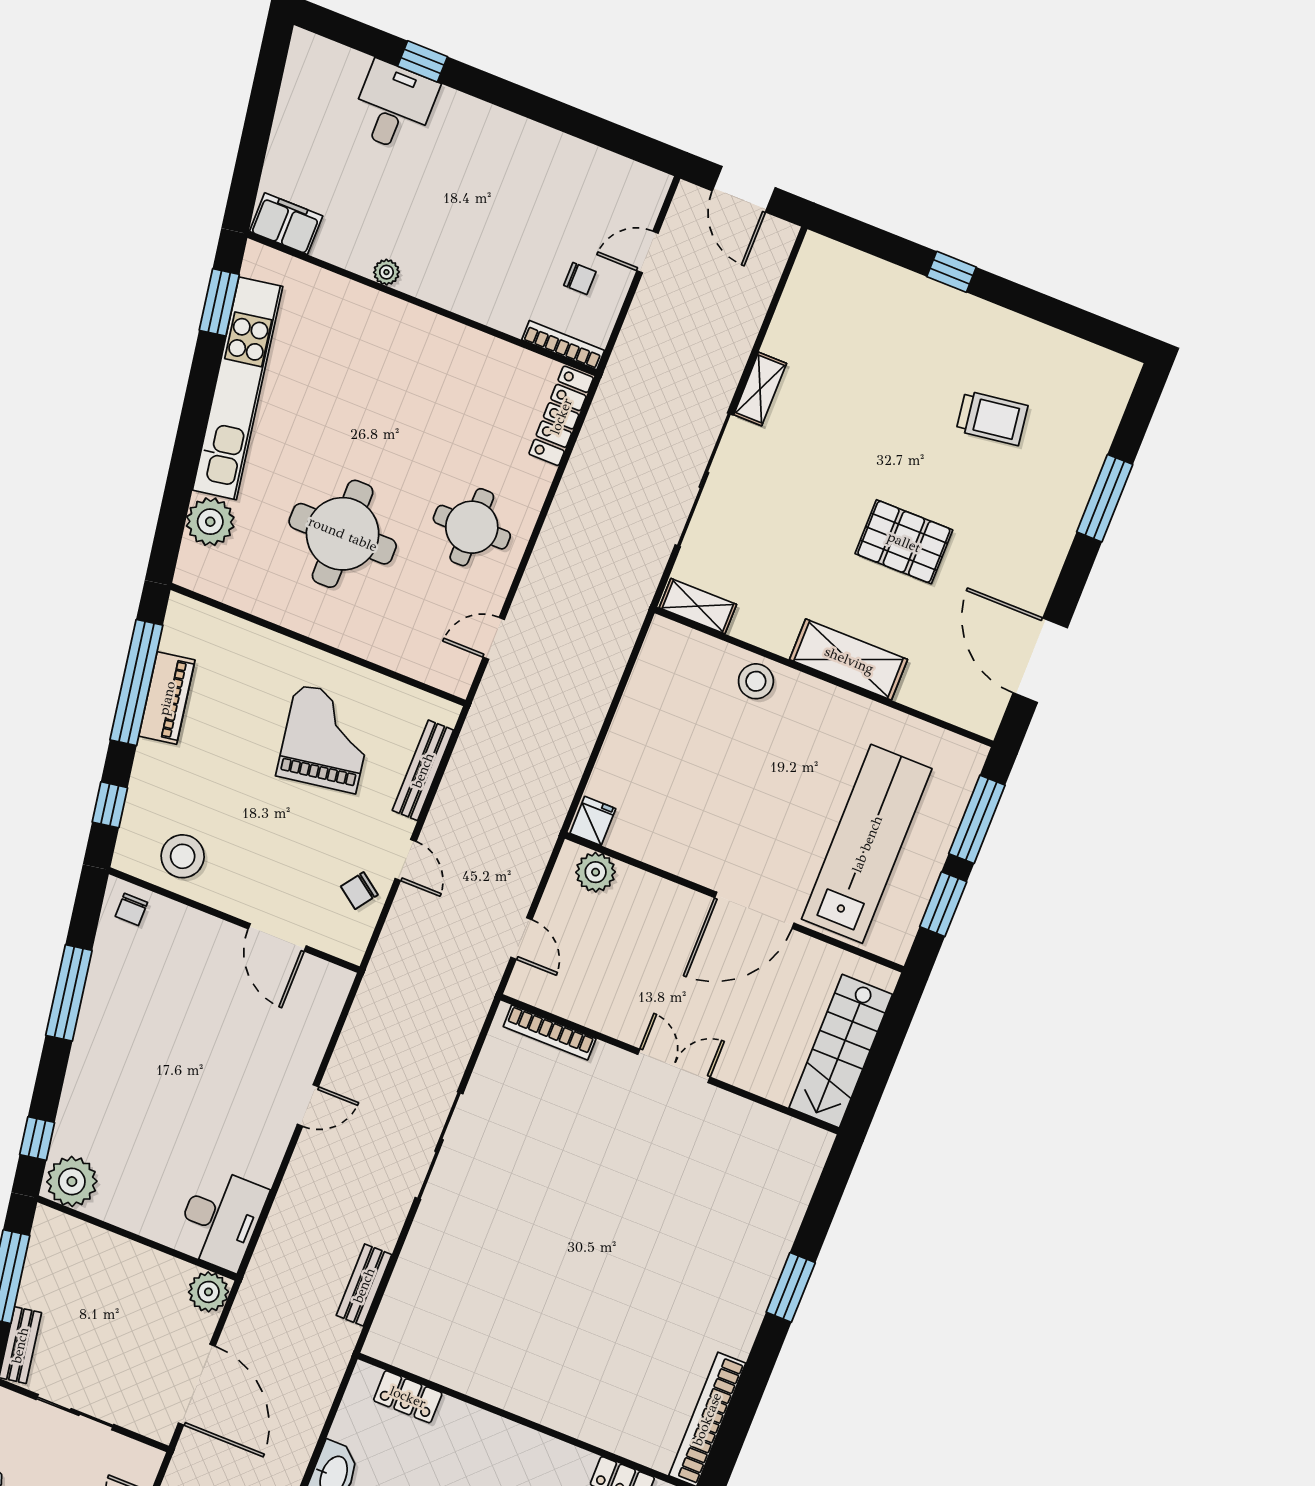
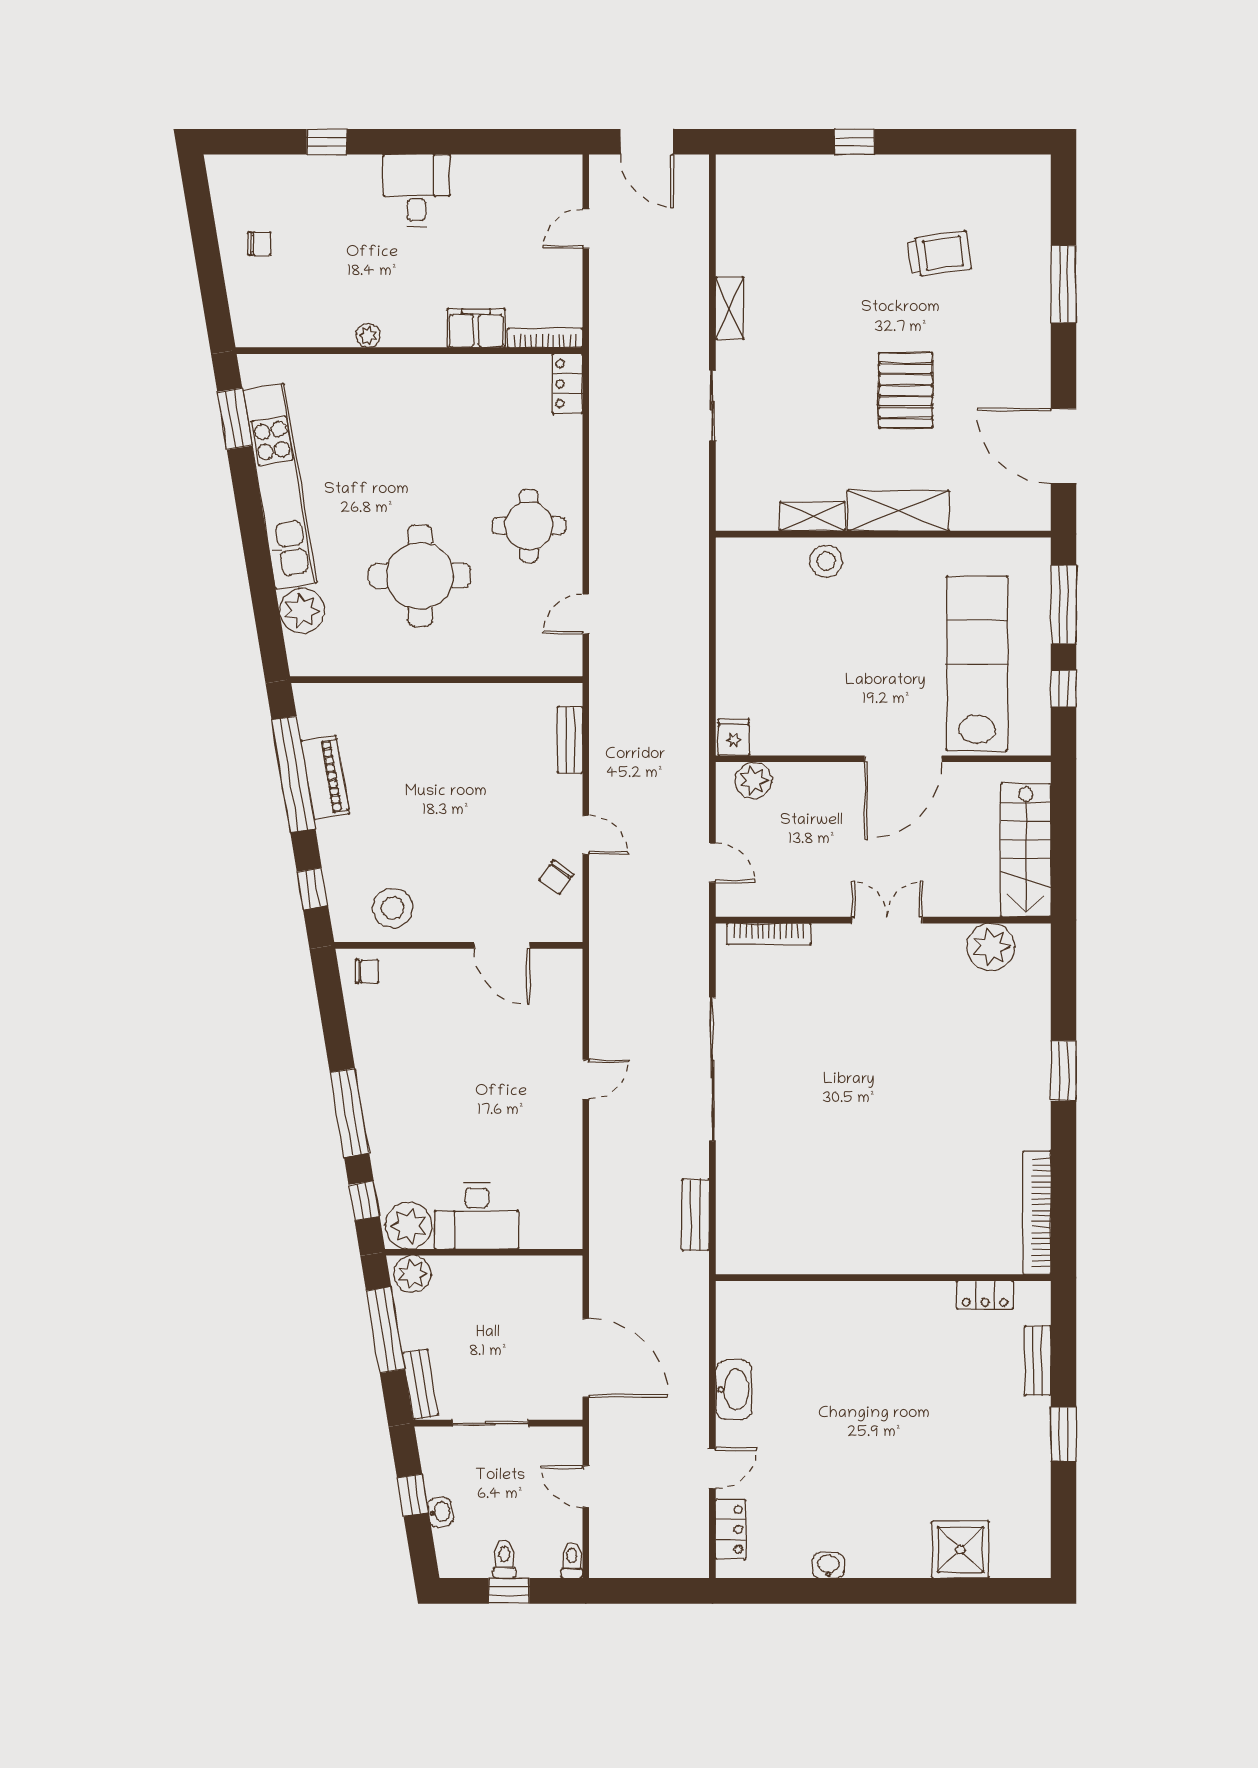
desk: (394, 106) -> (416, 190), moved
filing cabinet: (286, 224) -> (476, 328), moved
chair: (580, 279) -> (259, 244), moved
locker: (561, 416) -> (568, 384), width x0.66
sliding door: (704, 480) -> (712, 406), width x0.54
pallet: (904, 542) -> (906, 390), turned 90
shelving: (698, 606) -> (812, 516), moved
grand piano: (326, 739) -> (476, 758), removed
bench: (423, 770) -> (570, 740), width x0.73
window: (943, 904) -> (1064, 689), width x0.67
chair: (131, 909) -> (367, 971), turned -90
window: (69, 993) -> (350, 1113), moved
plant: (767, 1134) -> (991, 947), added
sliding door: (439, 1146) -> (712, 1069), width x1.36
desk: (221, 1219) -> (477, 1216), moved, turned 90
plant: (208, 1292) -> (412, 1274), moved
locker: (408, 1397) -> (772, 1296), removed

